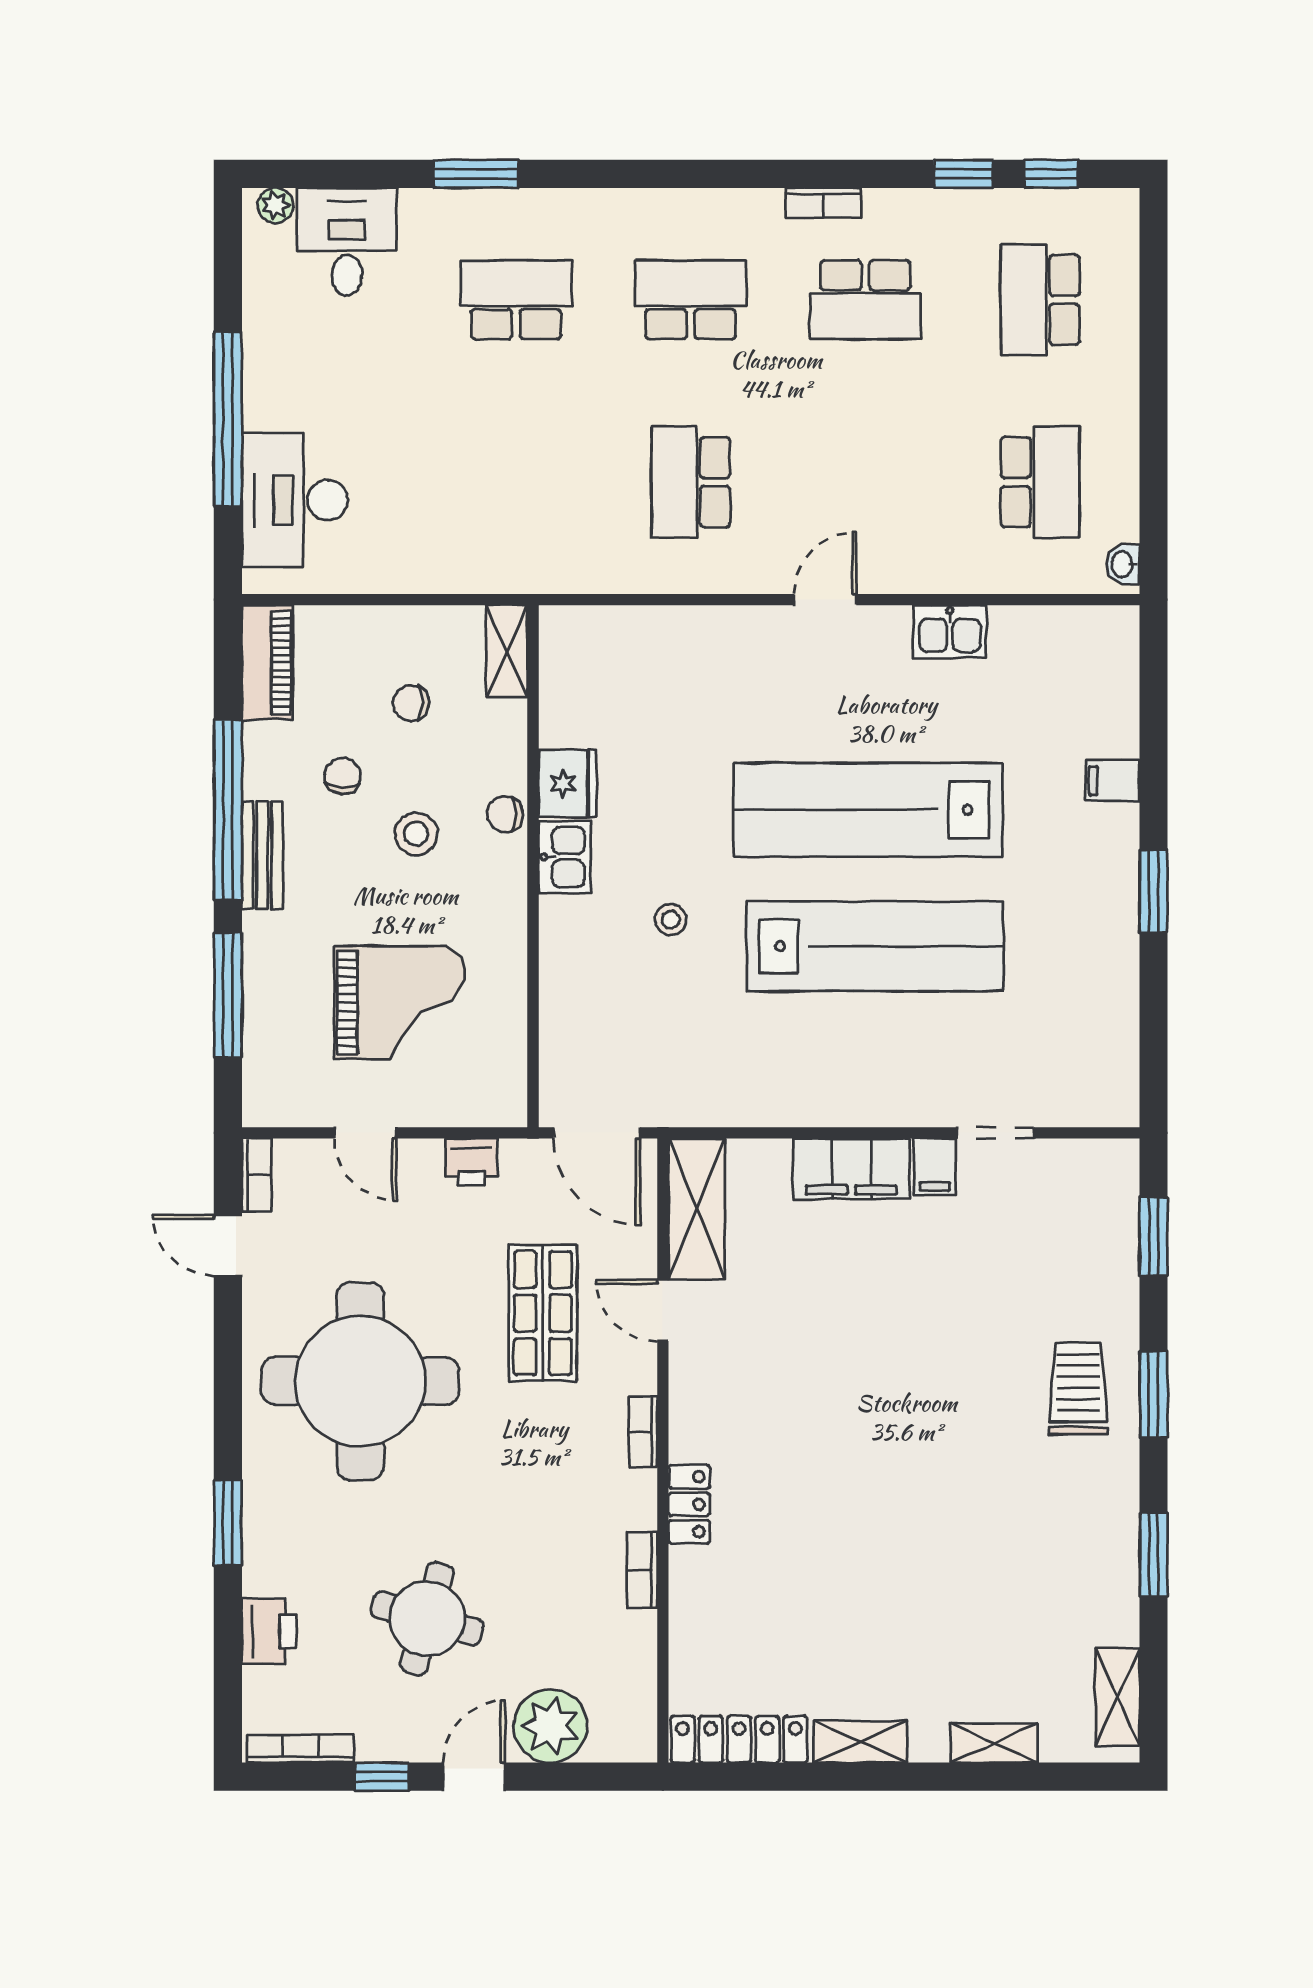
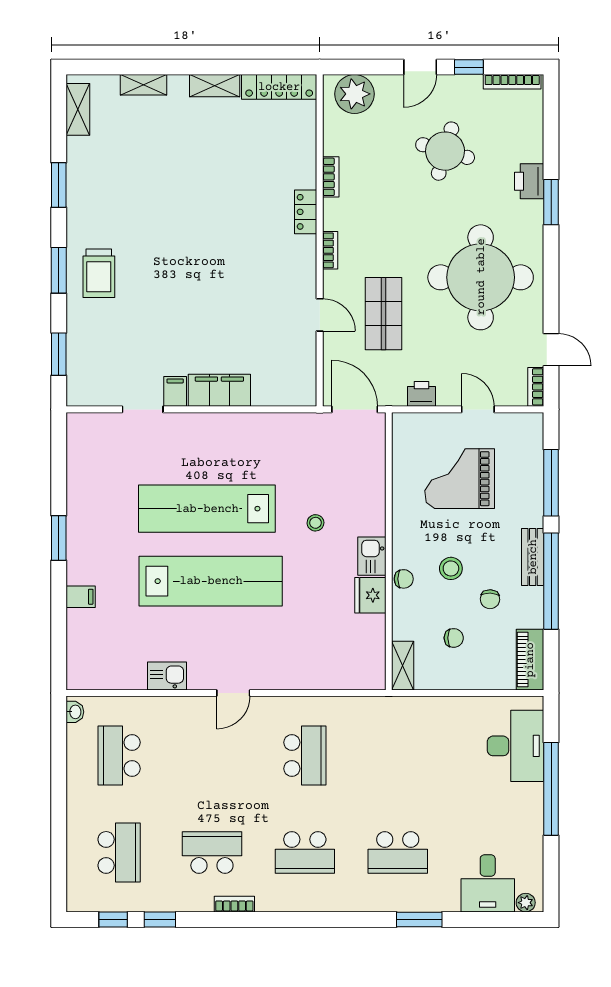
shelving: (697, 1209) -> (302, 369), removed
printer: (269, 1631) -> (529, 181), moved
plant: (550, 1726) -> (355, 94), moved

